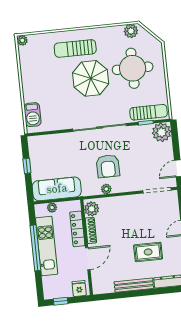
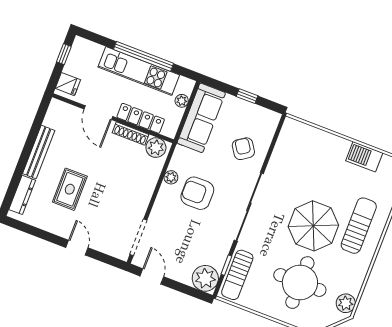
barbecue: (33, 115) -> (364, 157), moved
armchair: (63, 151) -> (243, 149), added

